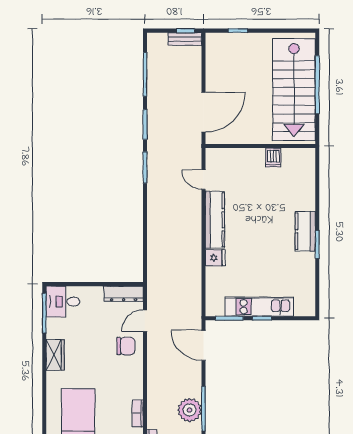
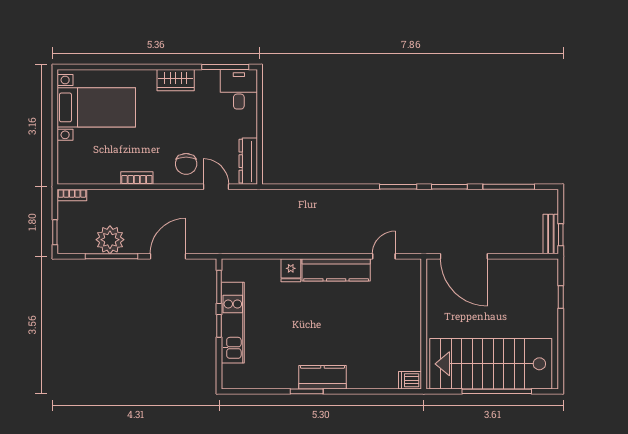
dishwasher: (273, 158) -> (410, 380), moved
door: (203, 345) -> (168, 256), moved
bookcase: (138, 414) -> (137, 178), moved

